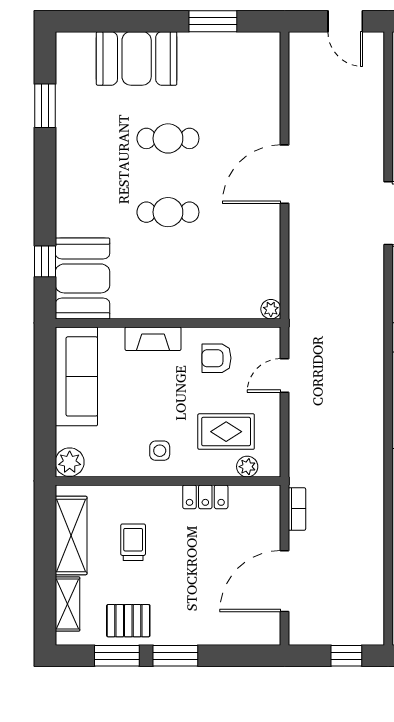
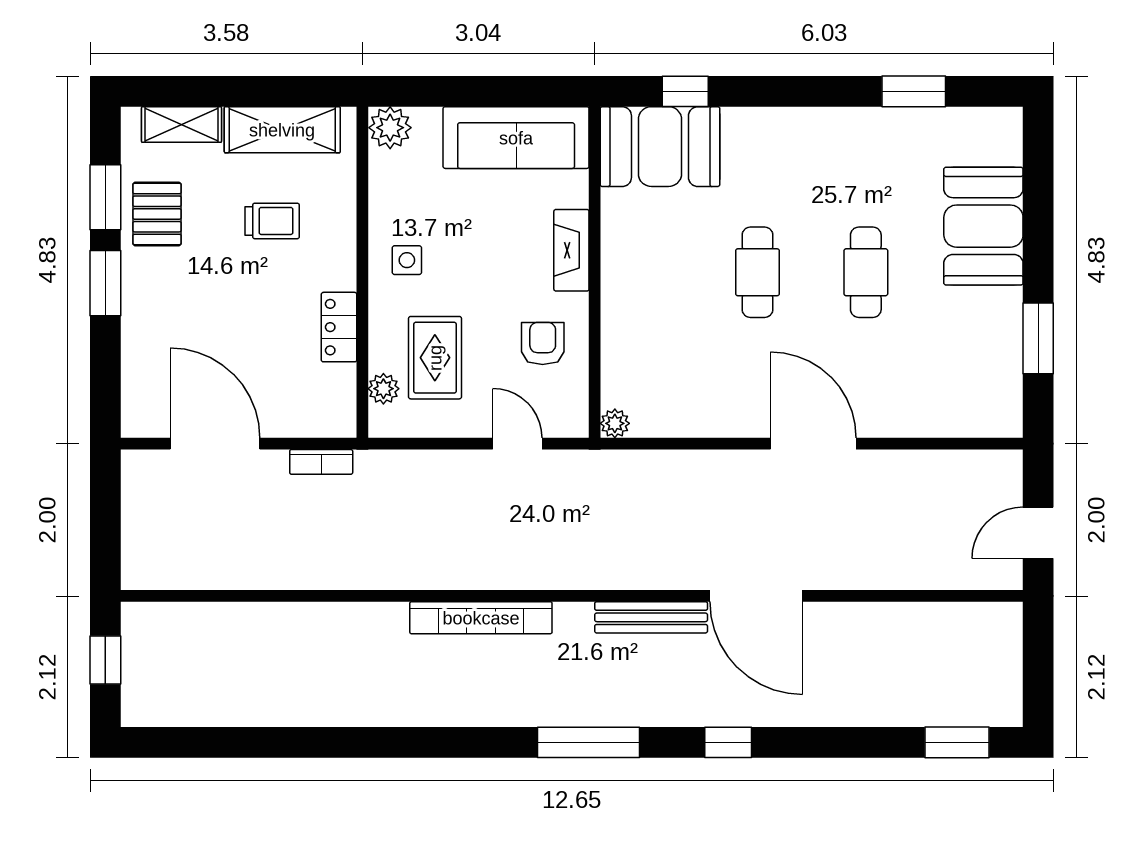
window: (346, 656) -> (105, 534), removed

